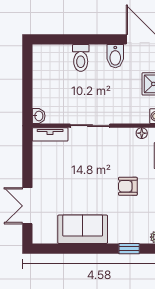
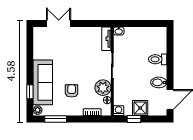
plant: (123, 139) -> (103, 88), added
sofa: (83, 229) -> (43, 82), moved, width x1.36

